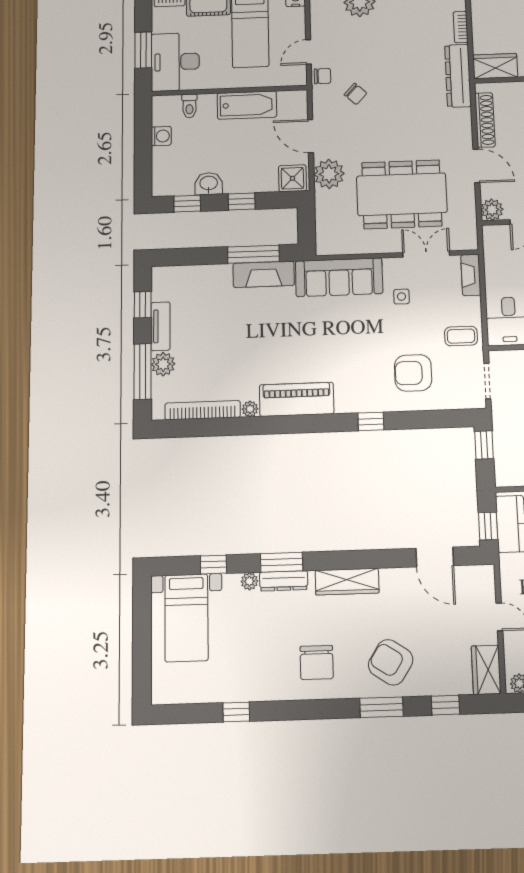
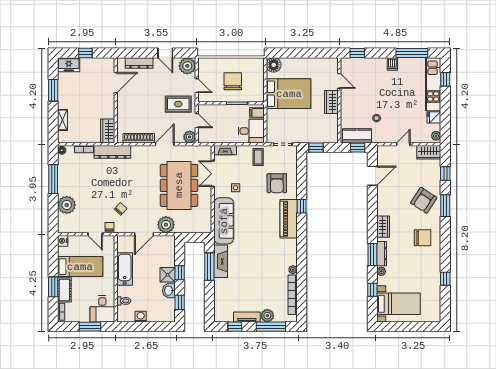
desk: (175, 62) -> (102, 309), width x0.73
shower: (292, 178) -> (168, 275), moved
piano: (297, 399) -> (289, 219), moved
wardrobe: (347, 582) -> (383, 227), width x0.67

